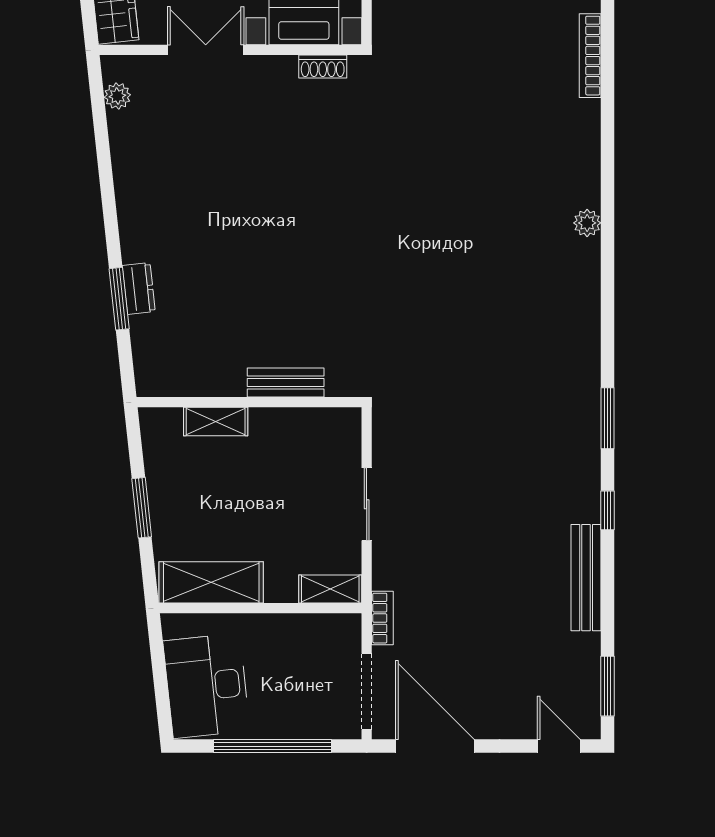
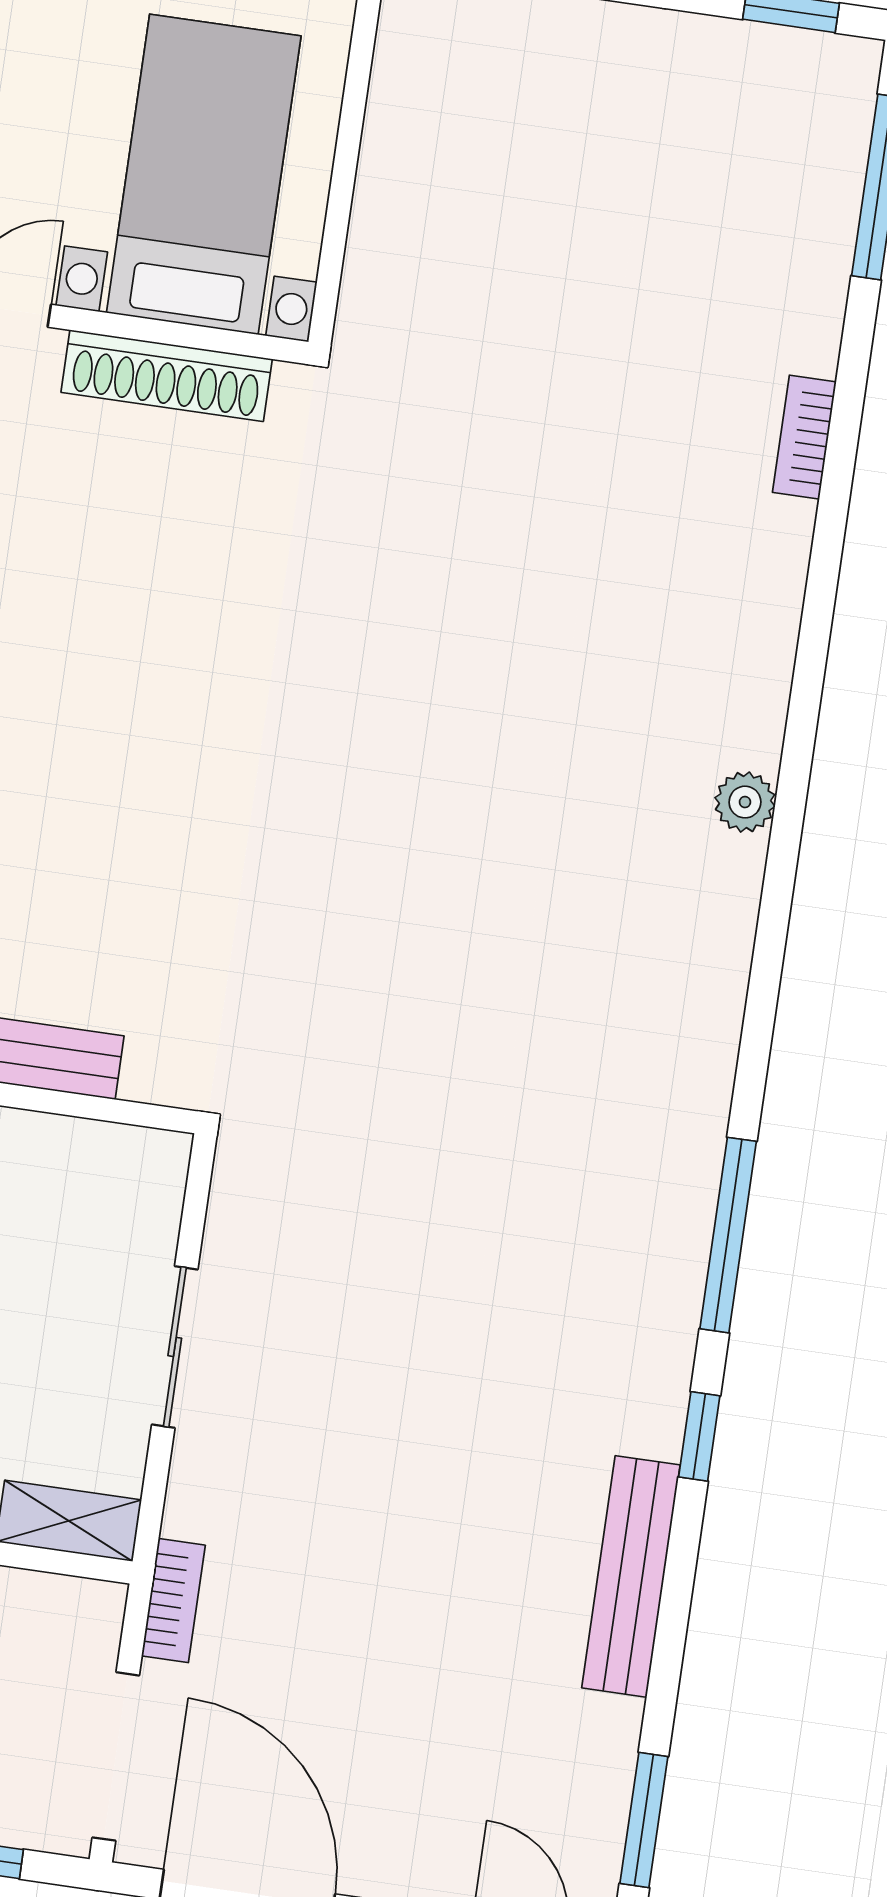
bookcase: (590, 56) -> (804, 437), width x0.64
shoe rack: (323, 66) -> (167, 376), width x1.94, depth x1.24
window: (608, 418) -> (728, 1235), width x1.44

